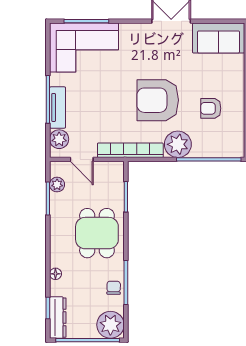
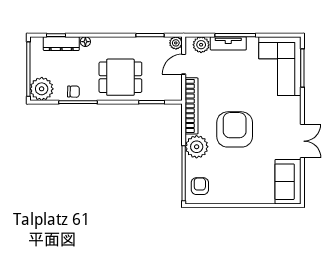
armchair: (211, 108) -> (200, 186), moved
plant: (57, 185) -> (176, 43), moved
dresser: (58, 318) -> (61, 44), moved

